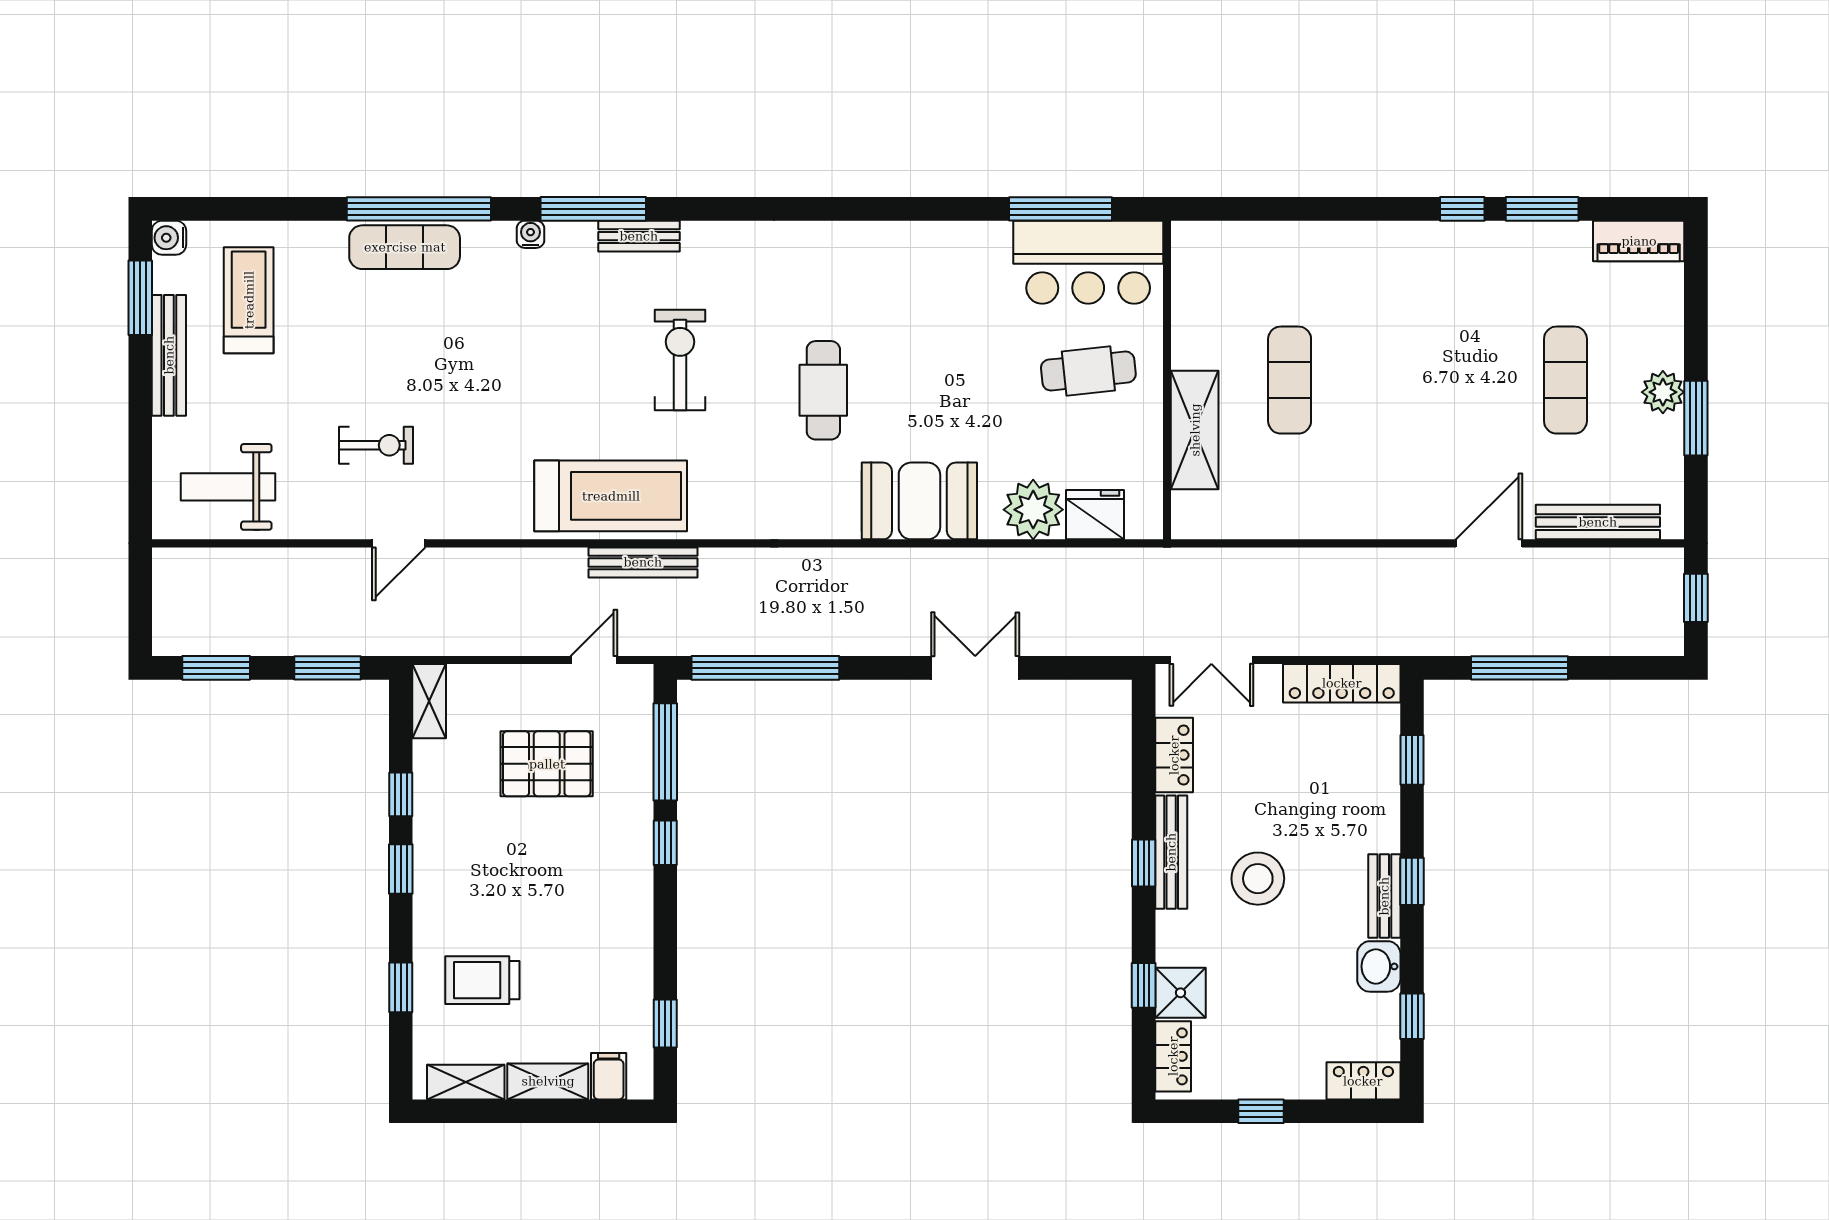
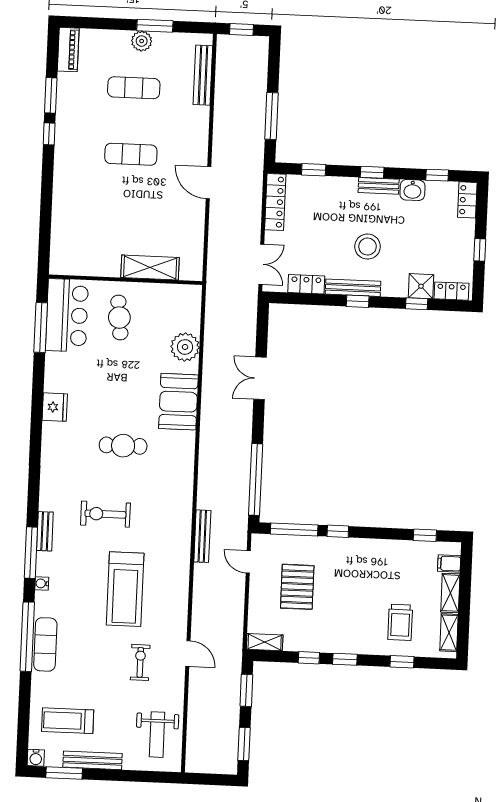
exercise mat: (1290, 380) -> (131, 154), moved
treadmill: (611, 496) -> (125, 589), moved, turned 180
fridge: (1095, 515) -> (55, 407), moved, turned 180
door: (1489, 543) -> (208, 183), moved

